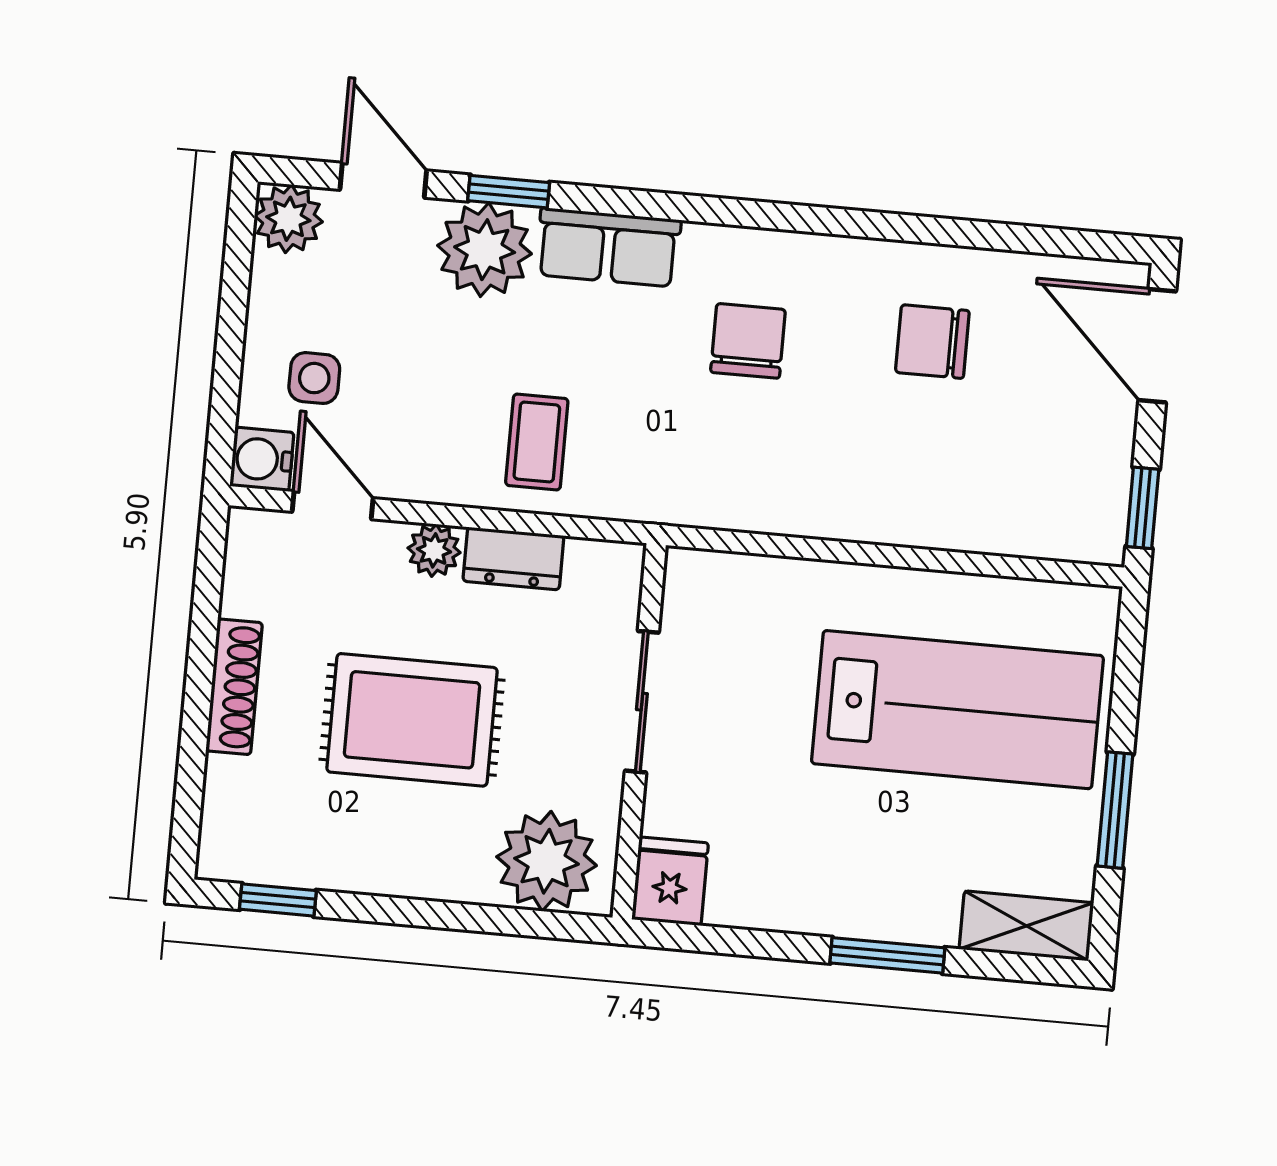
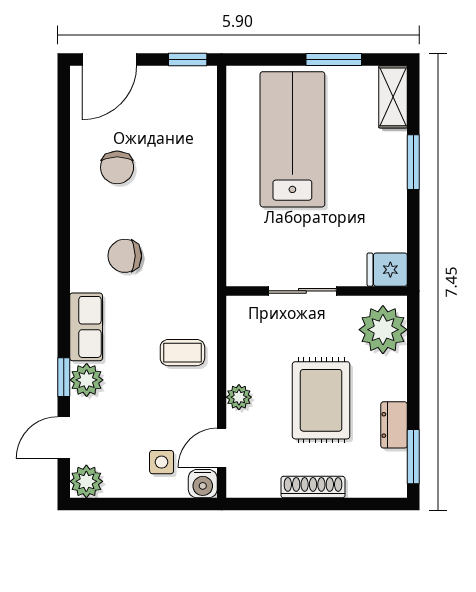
plant: (485, 250) -> (87, 380), width x0.73, depth x0.73
dresser: (513, 558) -> (394, 425), moved, turned 180
window: (278, 900) -> (413, 457), width x1.50

